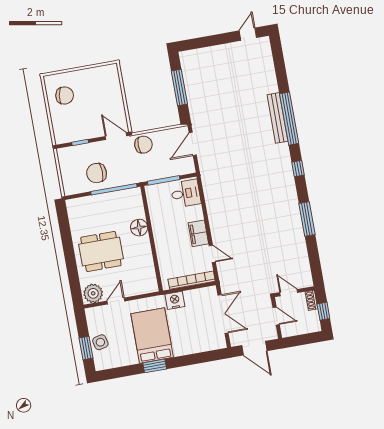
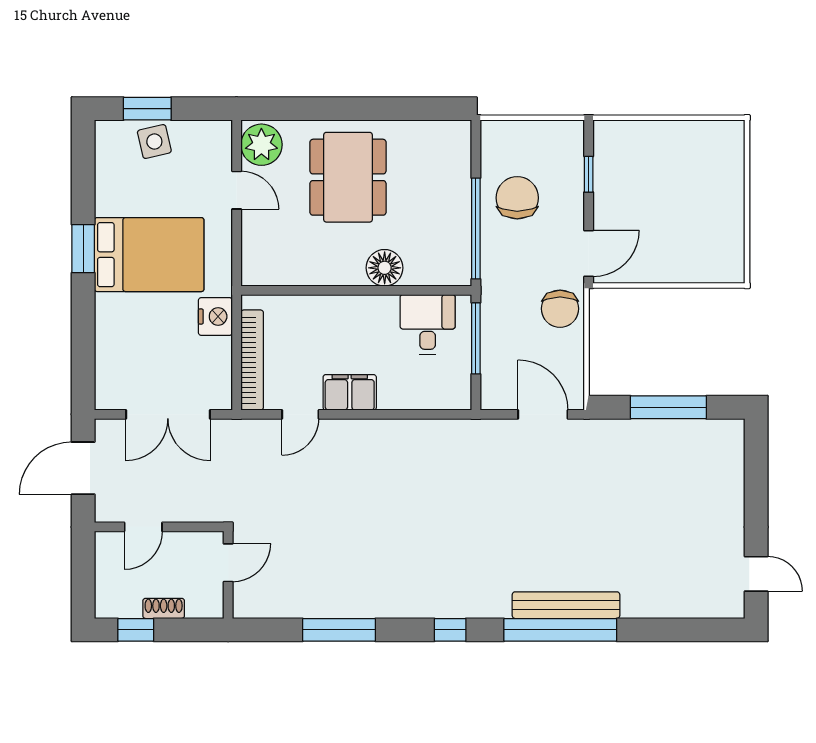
chair: (65, 96) -> (695, 159), removed
desk: (186, 193) -> (428, 324), moved, turned 180
wall: (294, 292) -> (228, 575), moved
door: (289, 293) -> (228, 563), moved

